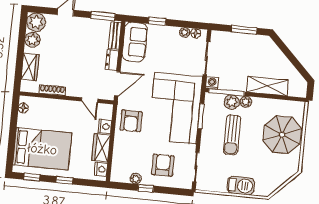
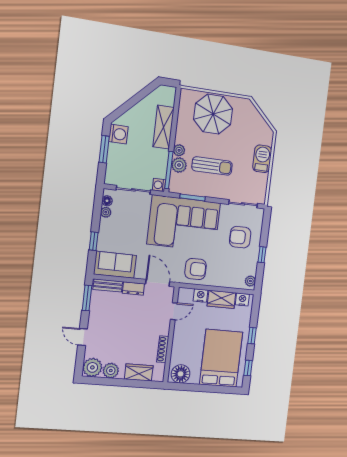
washing machine: (259, 43) -> (118, 134), added
floor lamp: (23, 108) -> (181, 374), width x1.89, depth x1.89
plant: (136, 179) -> (250, 281), moved

